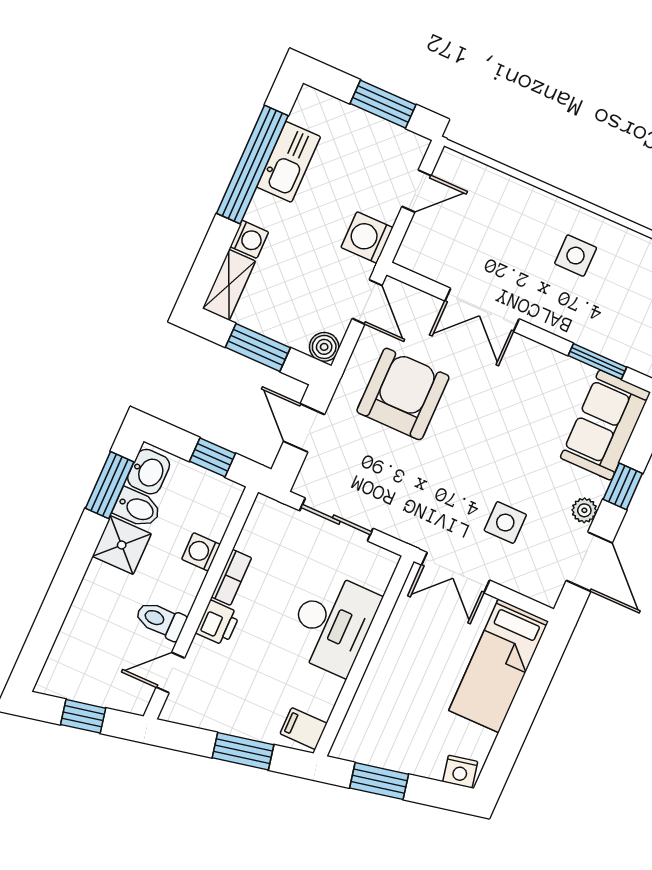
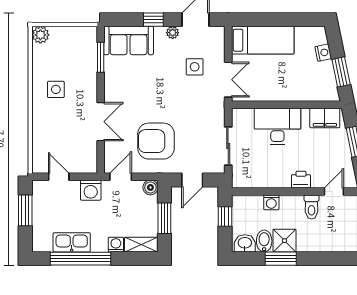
window: (110, 485) -> (281, 259), moved
bookcase: (231, 577) -> (277, 183), removed
door: (170, 673) -> (334, 192), swing flipped
filing cabinet: (304, 729) -> (325, 118), width x2.00
nightstand: (460, 772) -> (323, 53), moved

